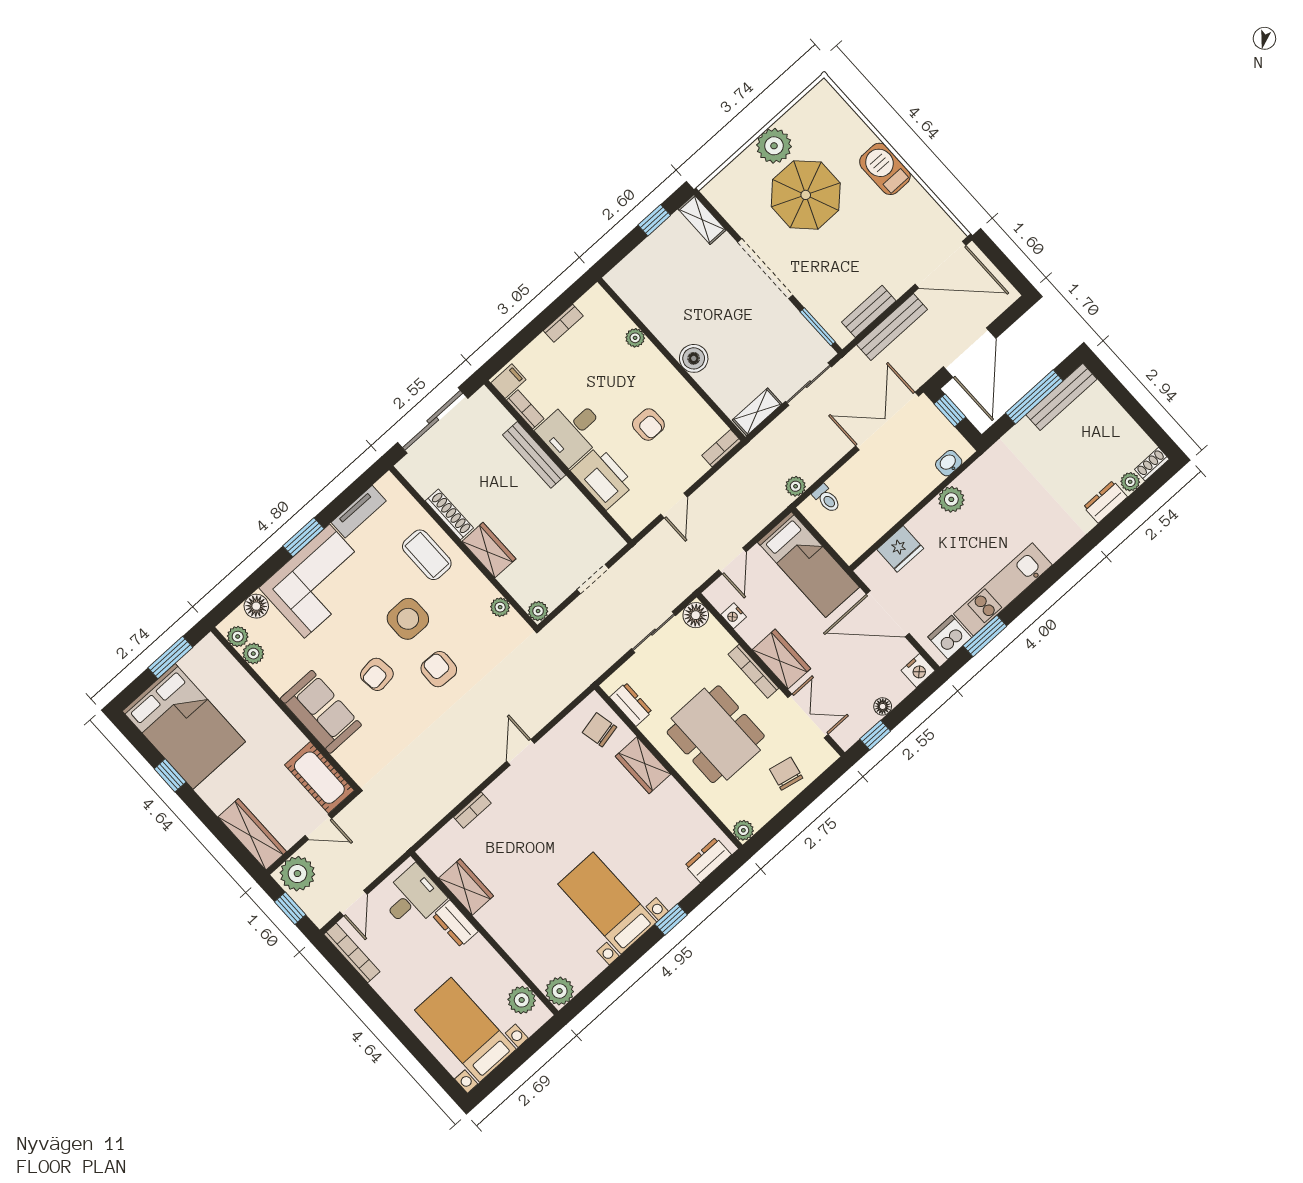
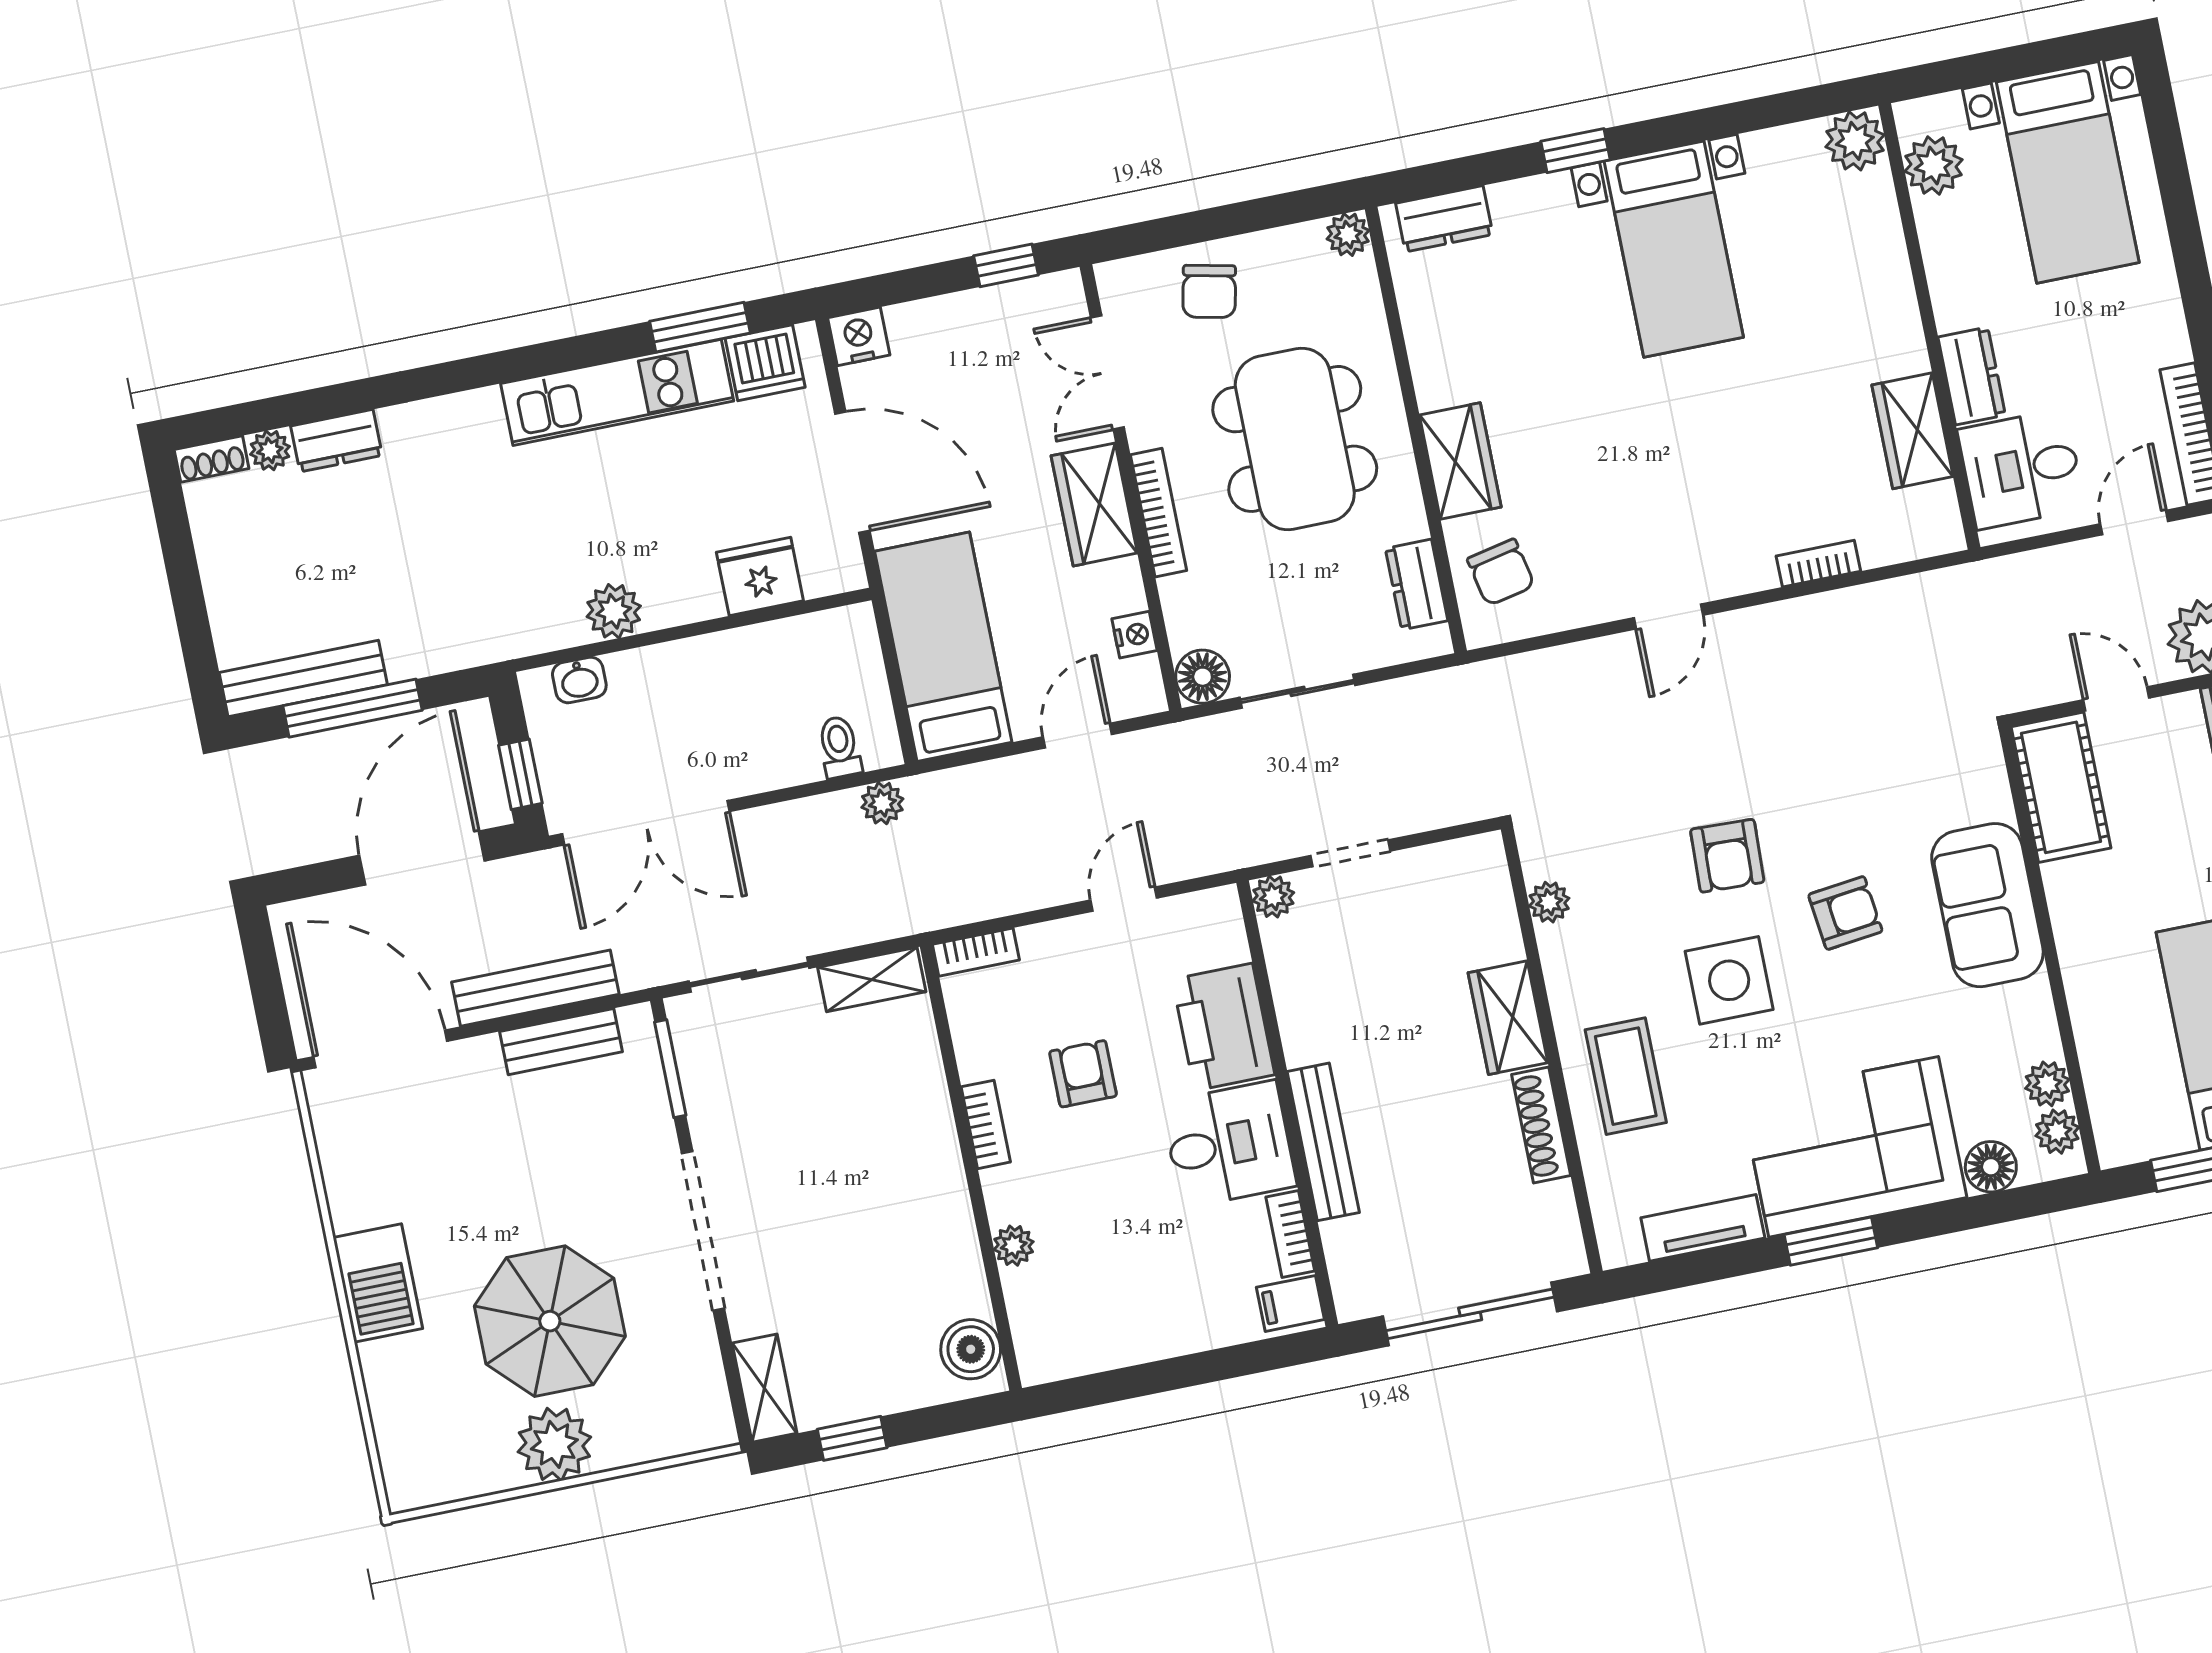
bookcase: (563, 323) -> (986, 1124), moved, turned 90
boiler: (694, 358) -> (971, 1349), moved
plant: (538, 611) -> (1273, 897), moved
floor lamp: (883, 706) -> (962, 309), removed

